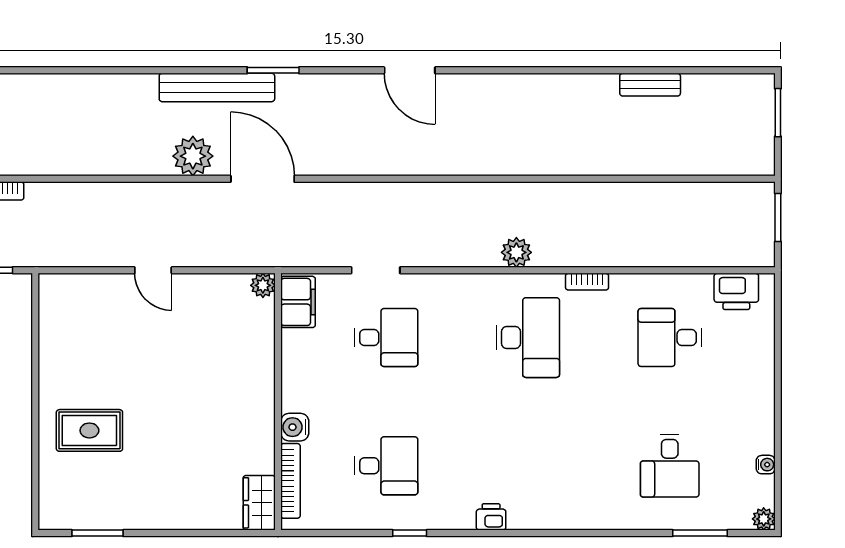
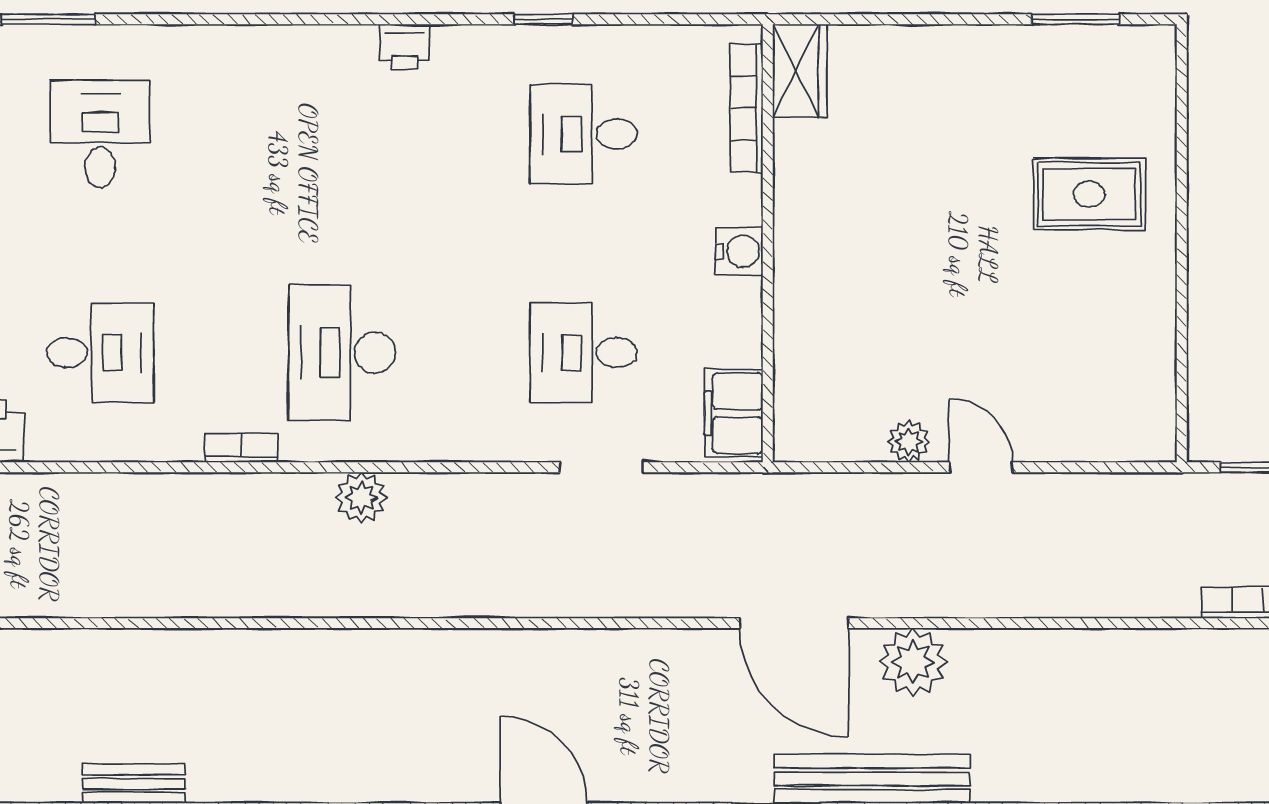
plant: (263, 285) -> (909, 442), moved
water cooler: (295, 427) -> (739, 251), moved

